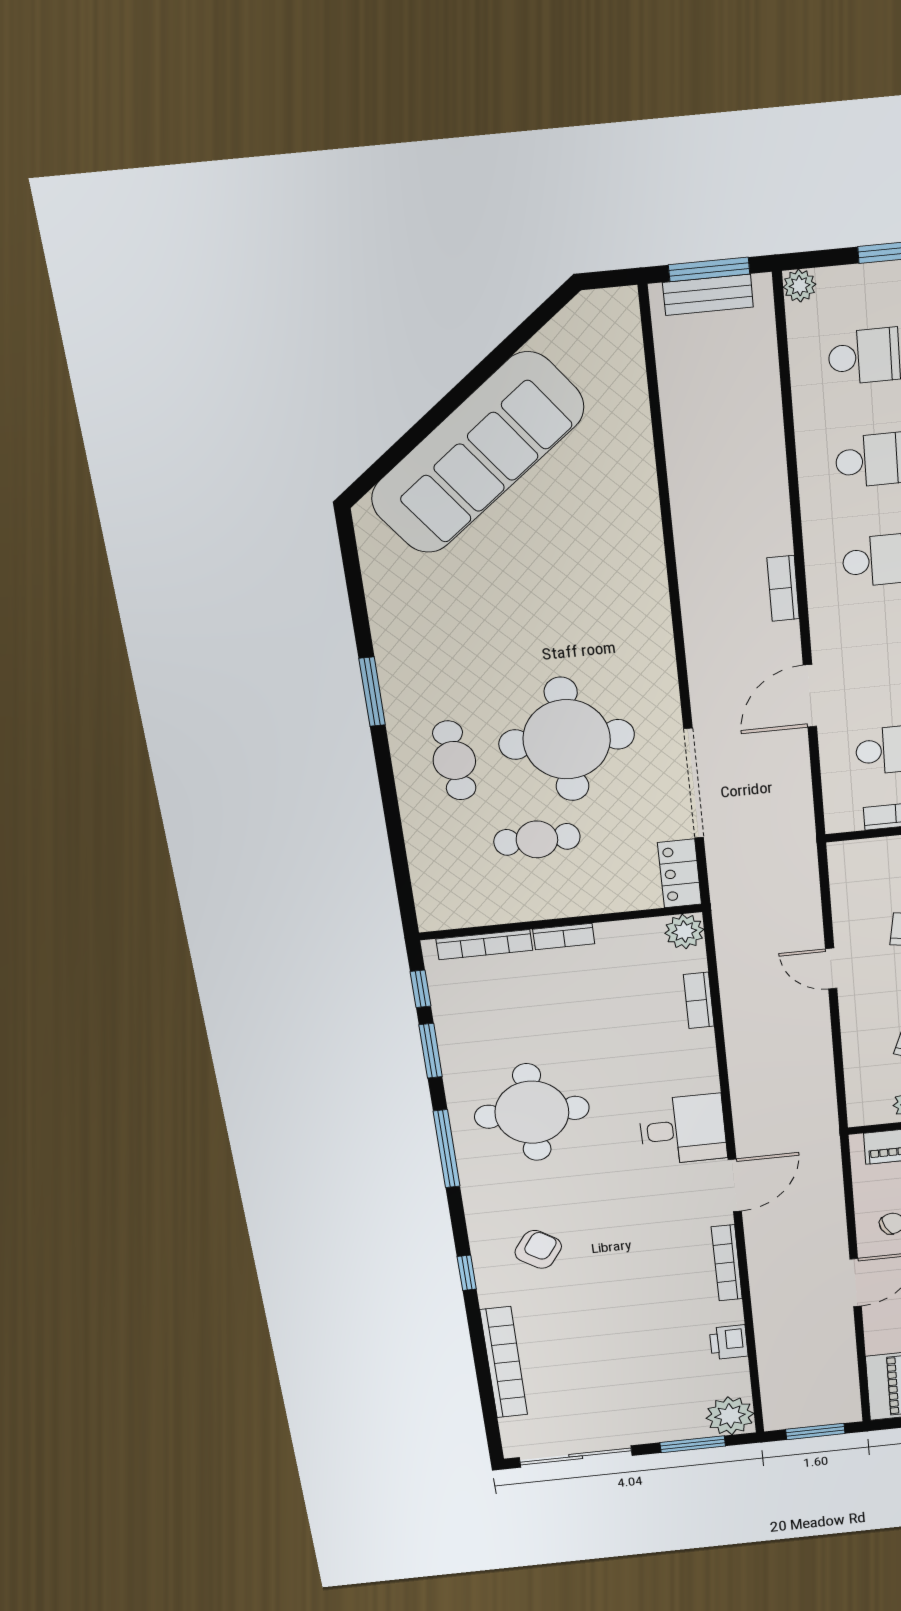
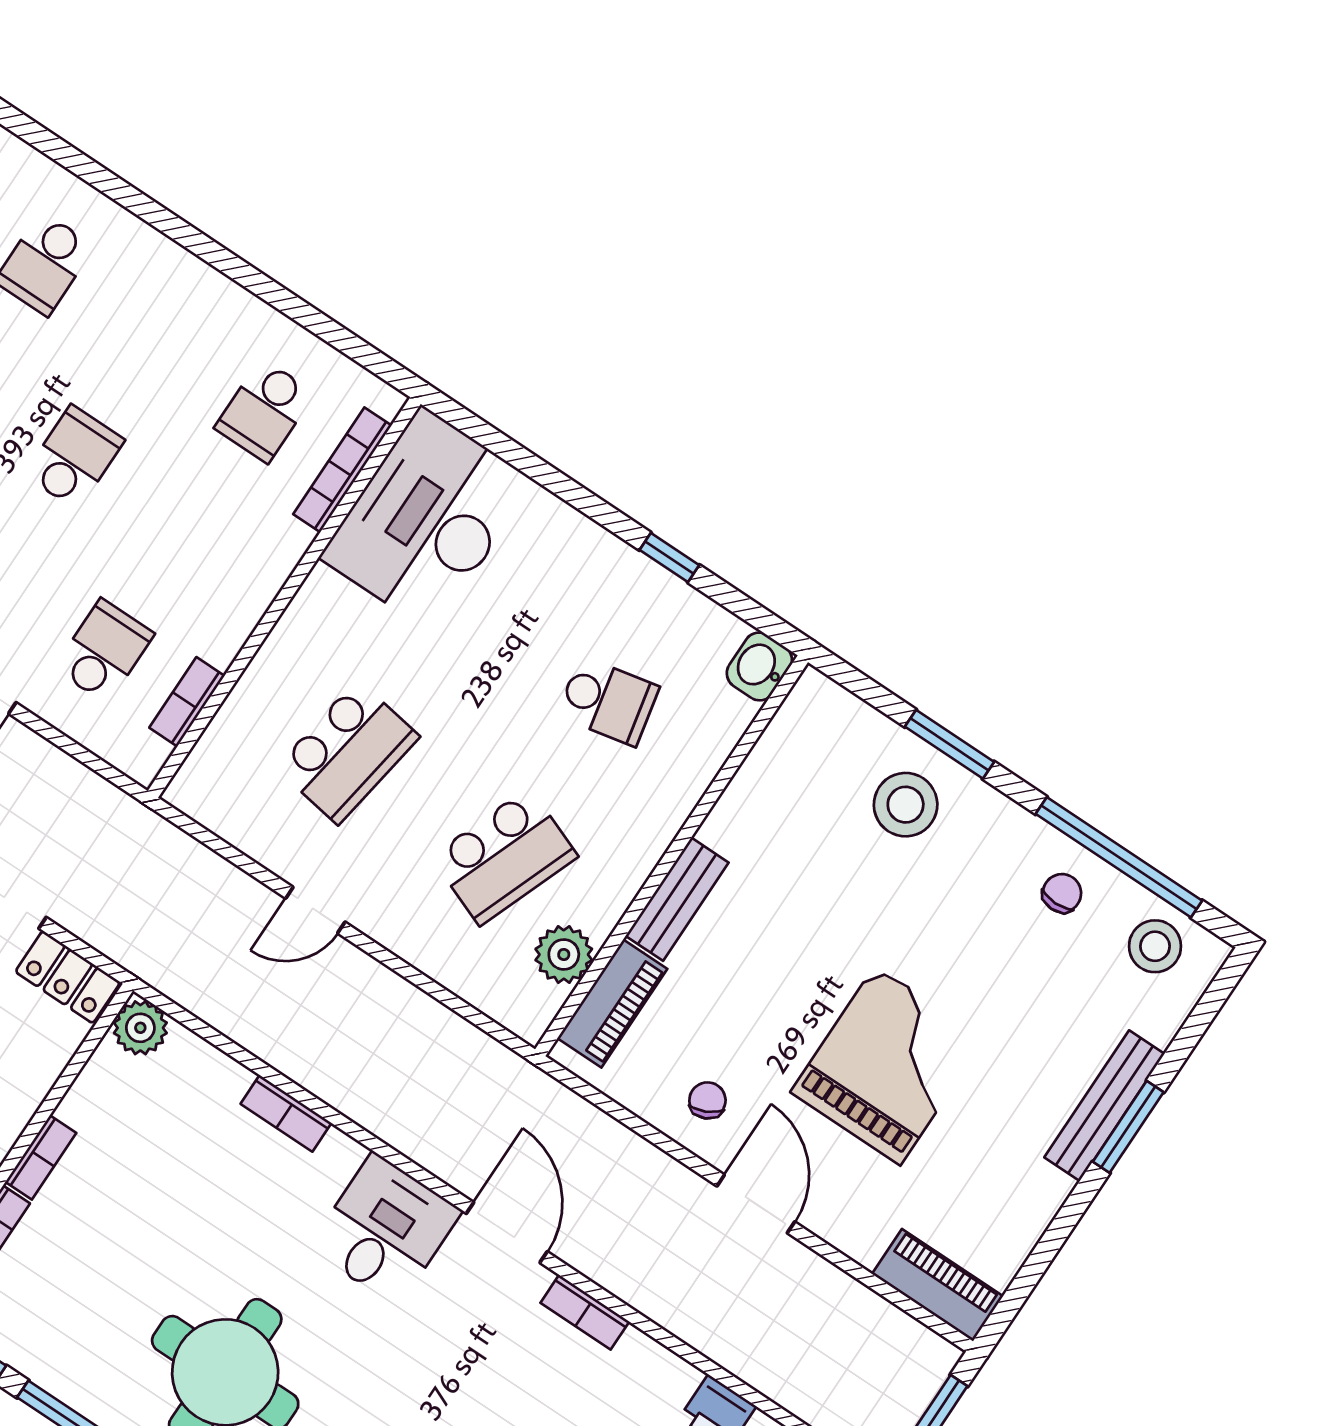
bookcase: (699, 1000) -> (286, 1113), moved
bookcase: (727, 1263) -> (585, 1312), width x0.64

